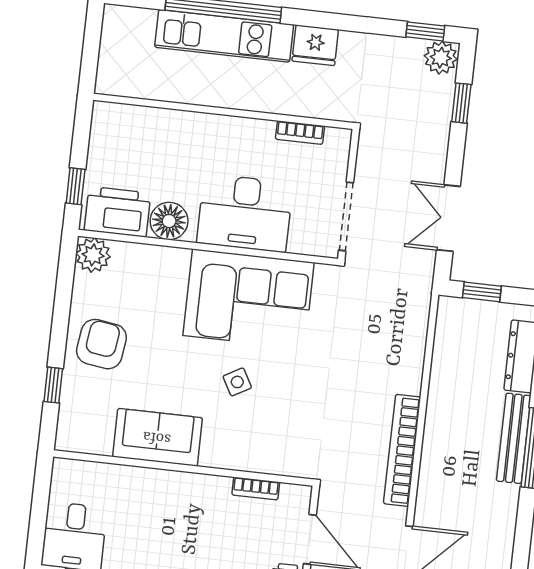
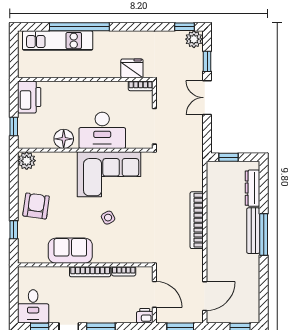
kitchen unit: (224, 36) -> (58, 41), moved
fridge: (315, 45) -> (132, 68), moved, turned 180
bookcase: (300, 133) -> (141, 86), moved
printer: (117, 212) -> (29, 97), moved, turned 90
double door: (448, 218) -> (207, 98), moved
bookcase: (402, 450) -> (197, 220), moved
bookcase: (191, 482) -> (90, 272), added

